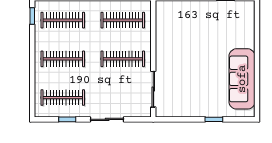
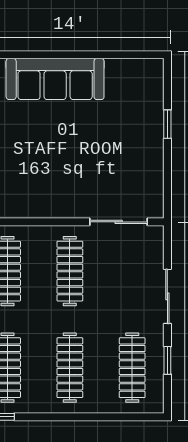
sofa: (242, 79) -> (55, 79), moved

